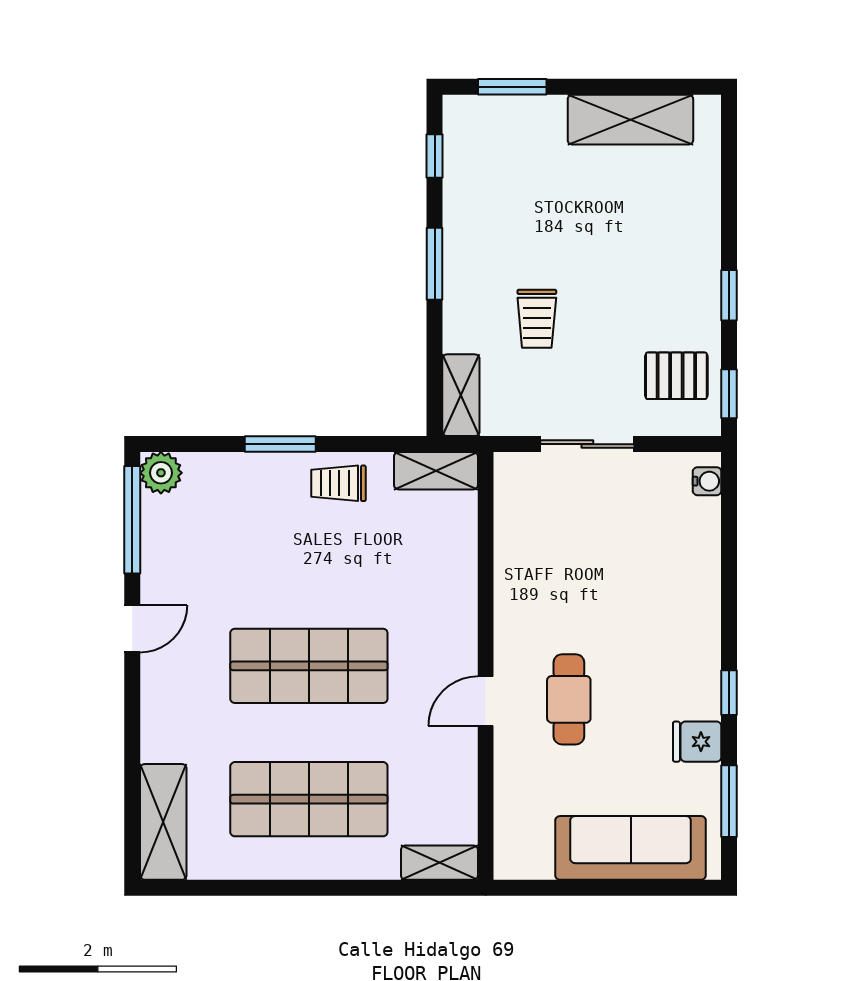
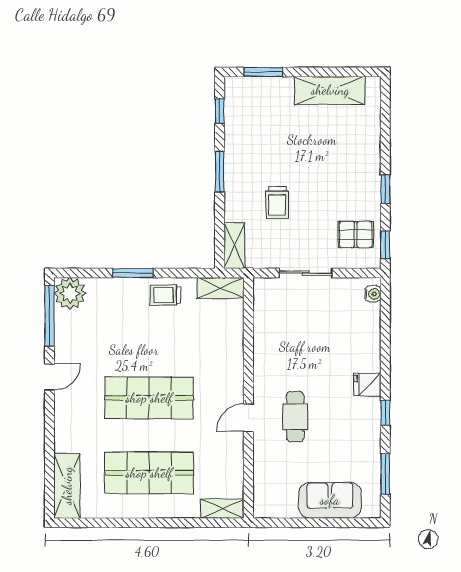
plant: (161, 473) -> (70, 293), width x1.36, depth x1.36
fridge: (697, 742) -> (367, 384), moved
sofa: (631, 848) -> (330, 500), width x0.73

